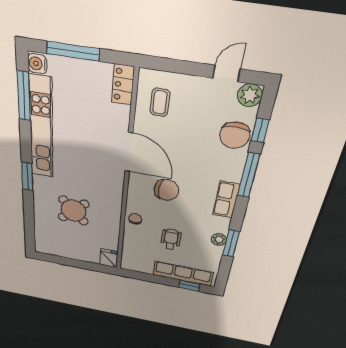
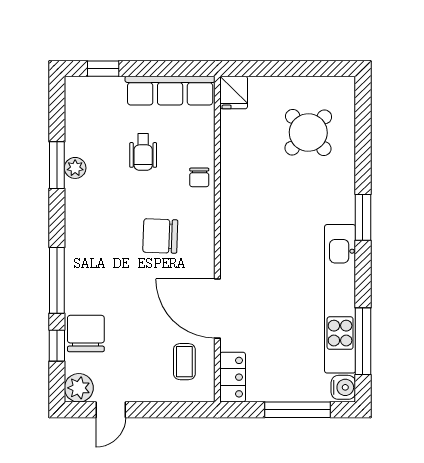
door: (129, 152) -> (217, 309), moved
row of seats: (226, 200) -> (78, 237), removed
round table: (73, 211) -> (308, 132), moved
row of seats: (183, 274) -> (170, 91), moved

